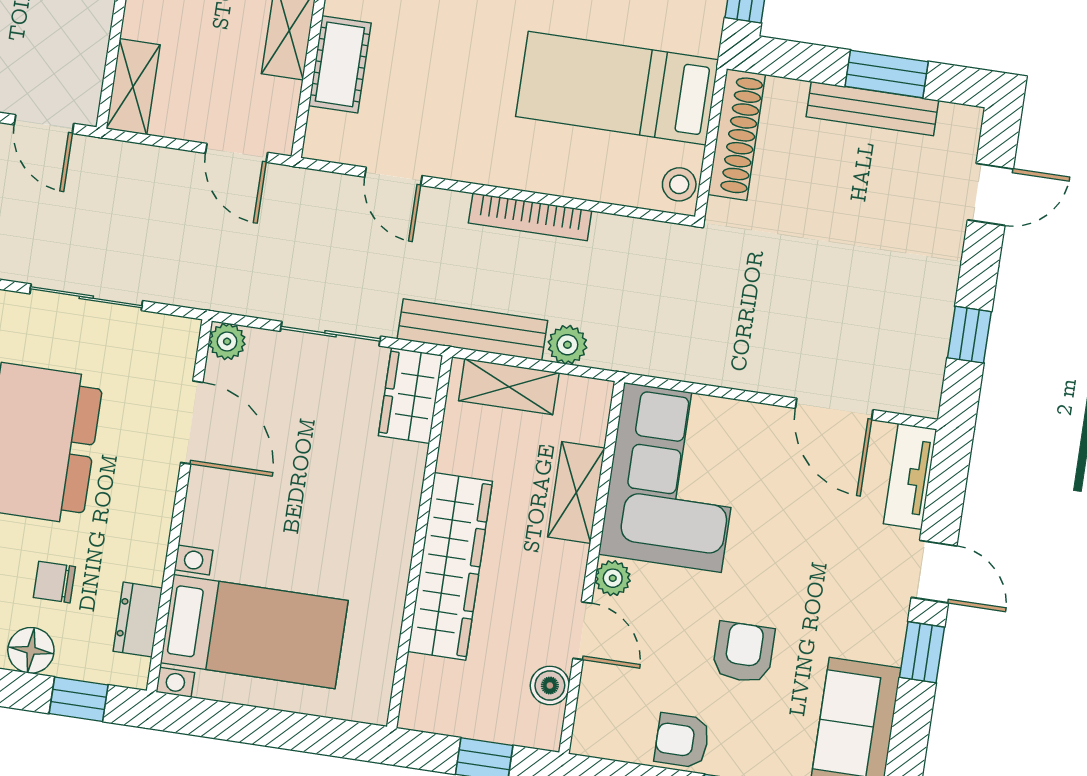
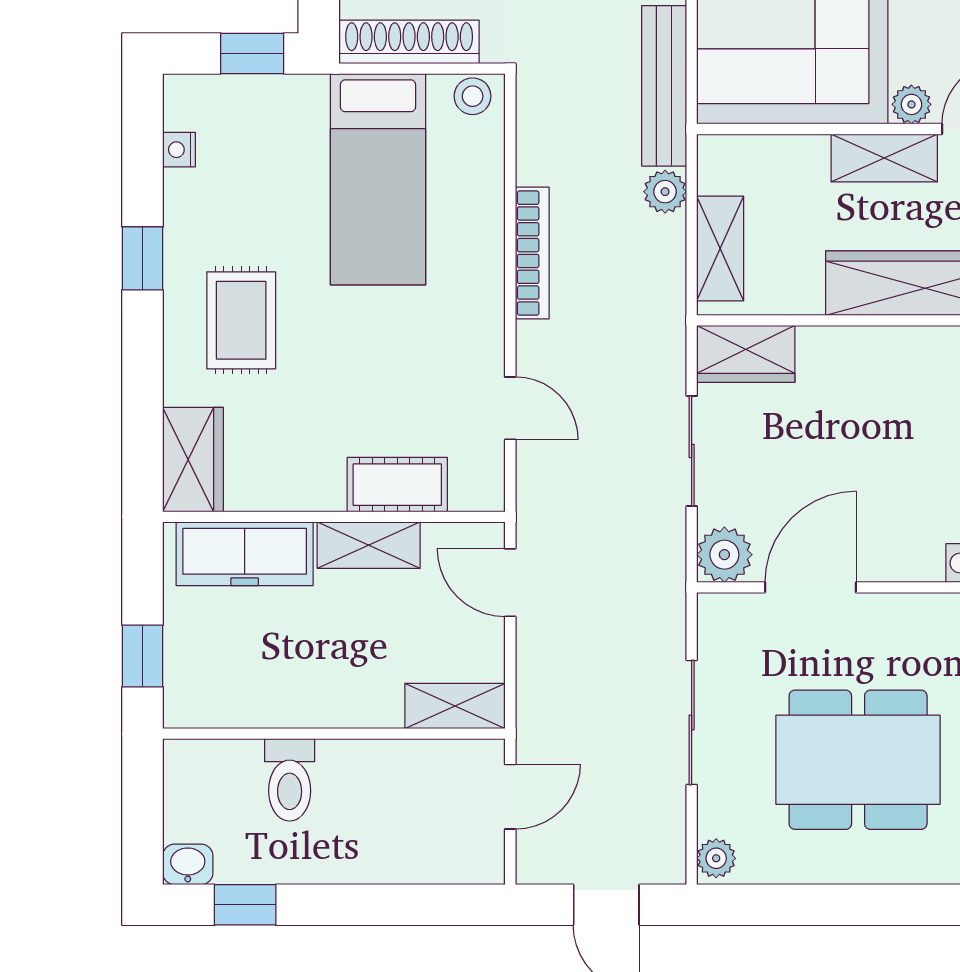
door: (236, 153) -> (510, 583), swing flipped
door: (393, 176) -> (510, 408), hinge flipped
bench: (472, 330) -> (664, 86), moved
plant: (227, 341) -> (724, 555), width x1.38, depth x1.38
shelving: (576, 492) -> (884, 158), moved

